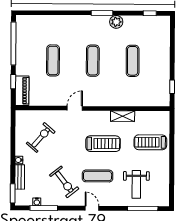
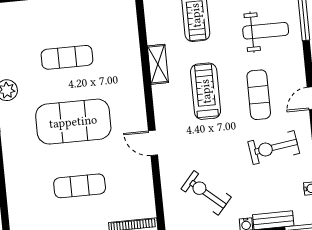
exercise mat: (93, 61) -> (73, 122), width x2.00, depth x1.45
exercise bike: (64, 182) -> (274, 148), turned -150

